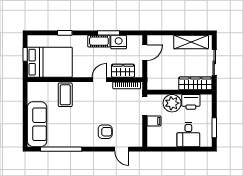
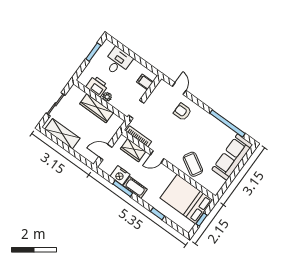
wardrobe: (195, 83) -> (96, 108), moved
coffee table: (65, 95) -> (193, 164), turned -60
plant: (172, 103) -> (107, 97), width x0.53, depth x0.53
filing cabinet: (154, 121) -> (145, 82), moved

